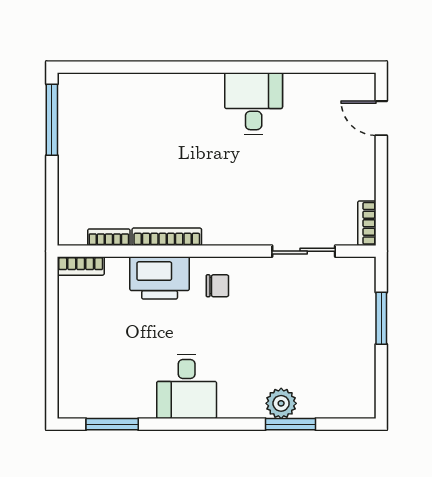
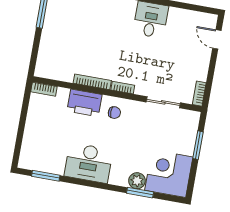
bookcase: (109, 237) -> (123, 88), moved
corner desk: (337, 380) -> (169, 174), added
desk: (187, 386) -> (89, 163), width x1.37

